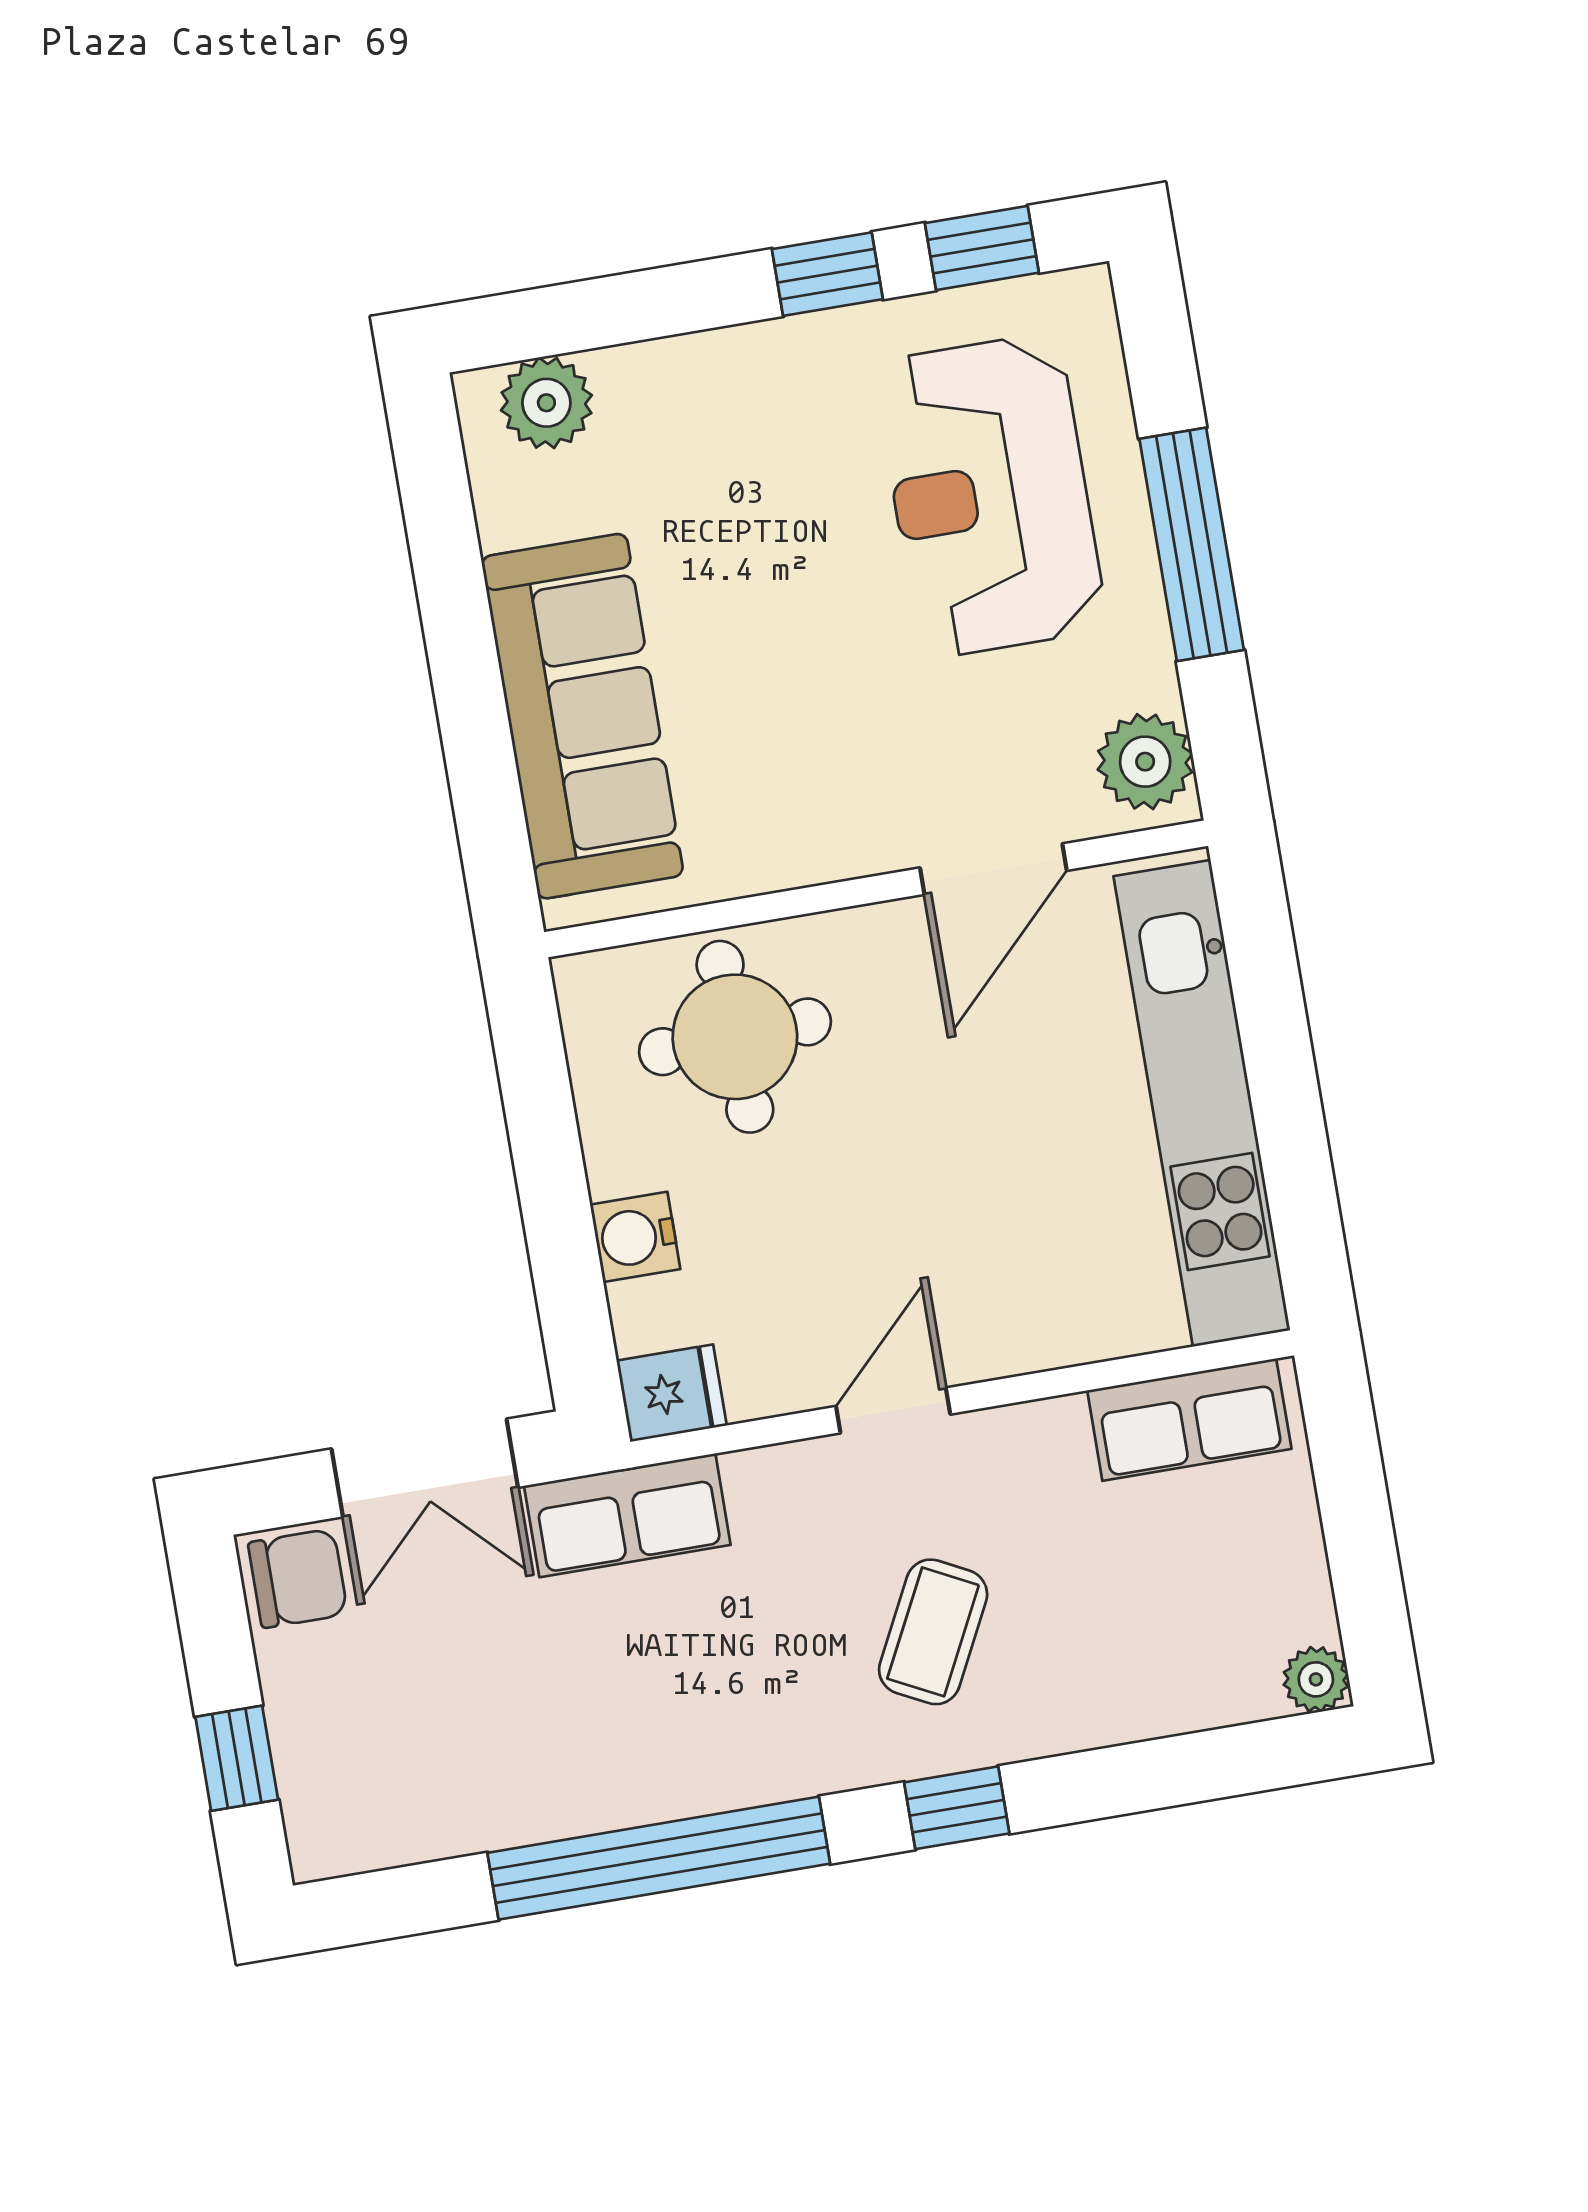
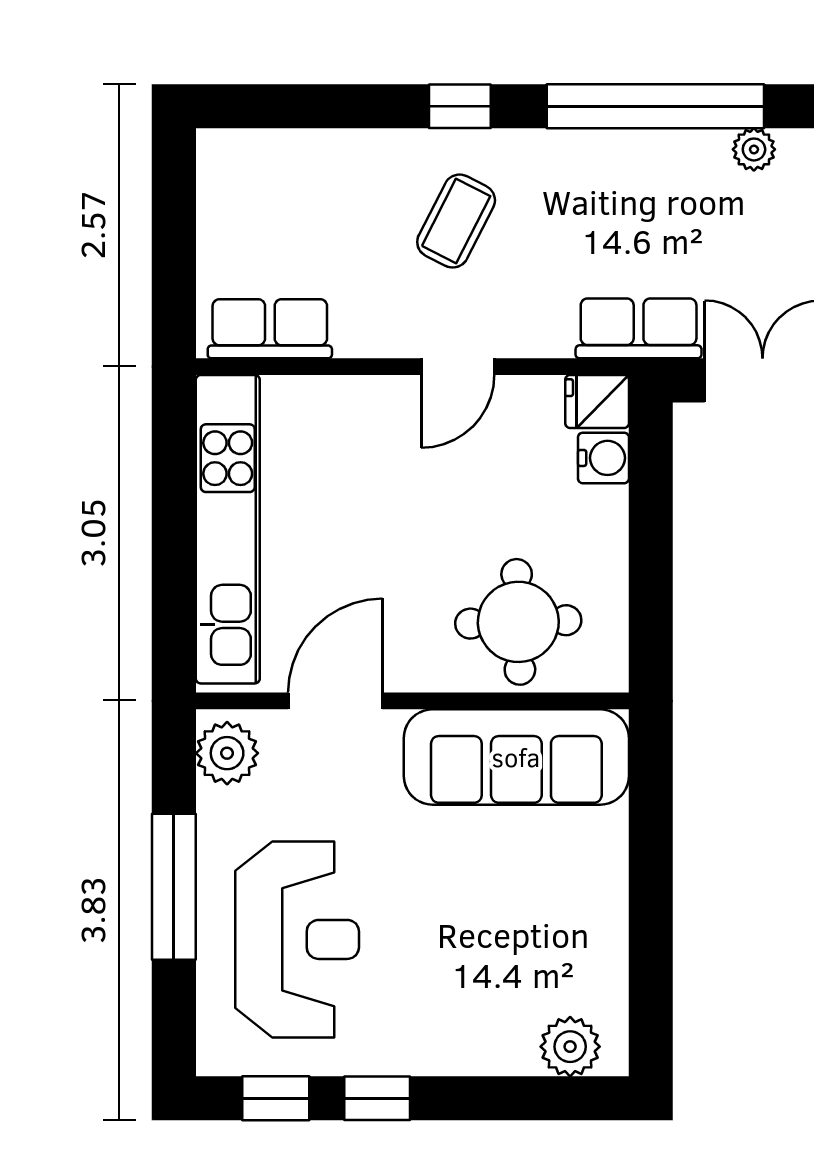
sofa: (582, 716) -> (516, 757), moved, turned -90
water cooler: (635, 1237) -> (603, 458), moved
plant: (1316, 1679) -> (754, 149), moved

